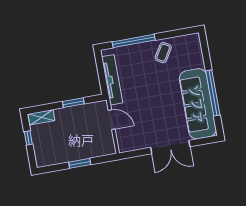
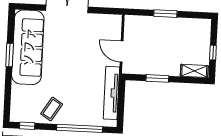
window: (182, 32) -> (27, 126), added
window: (213, 93) -> (10, 55), width x0.47

